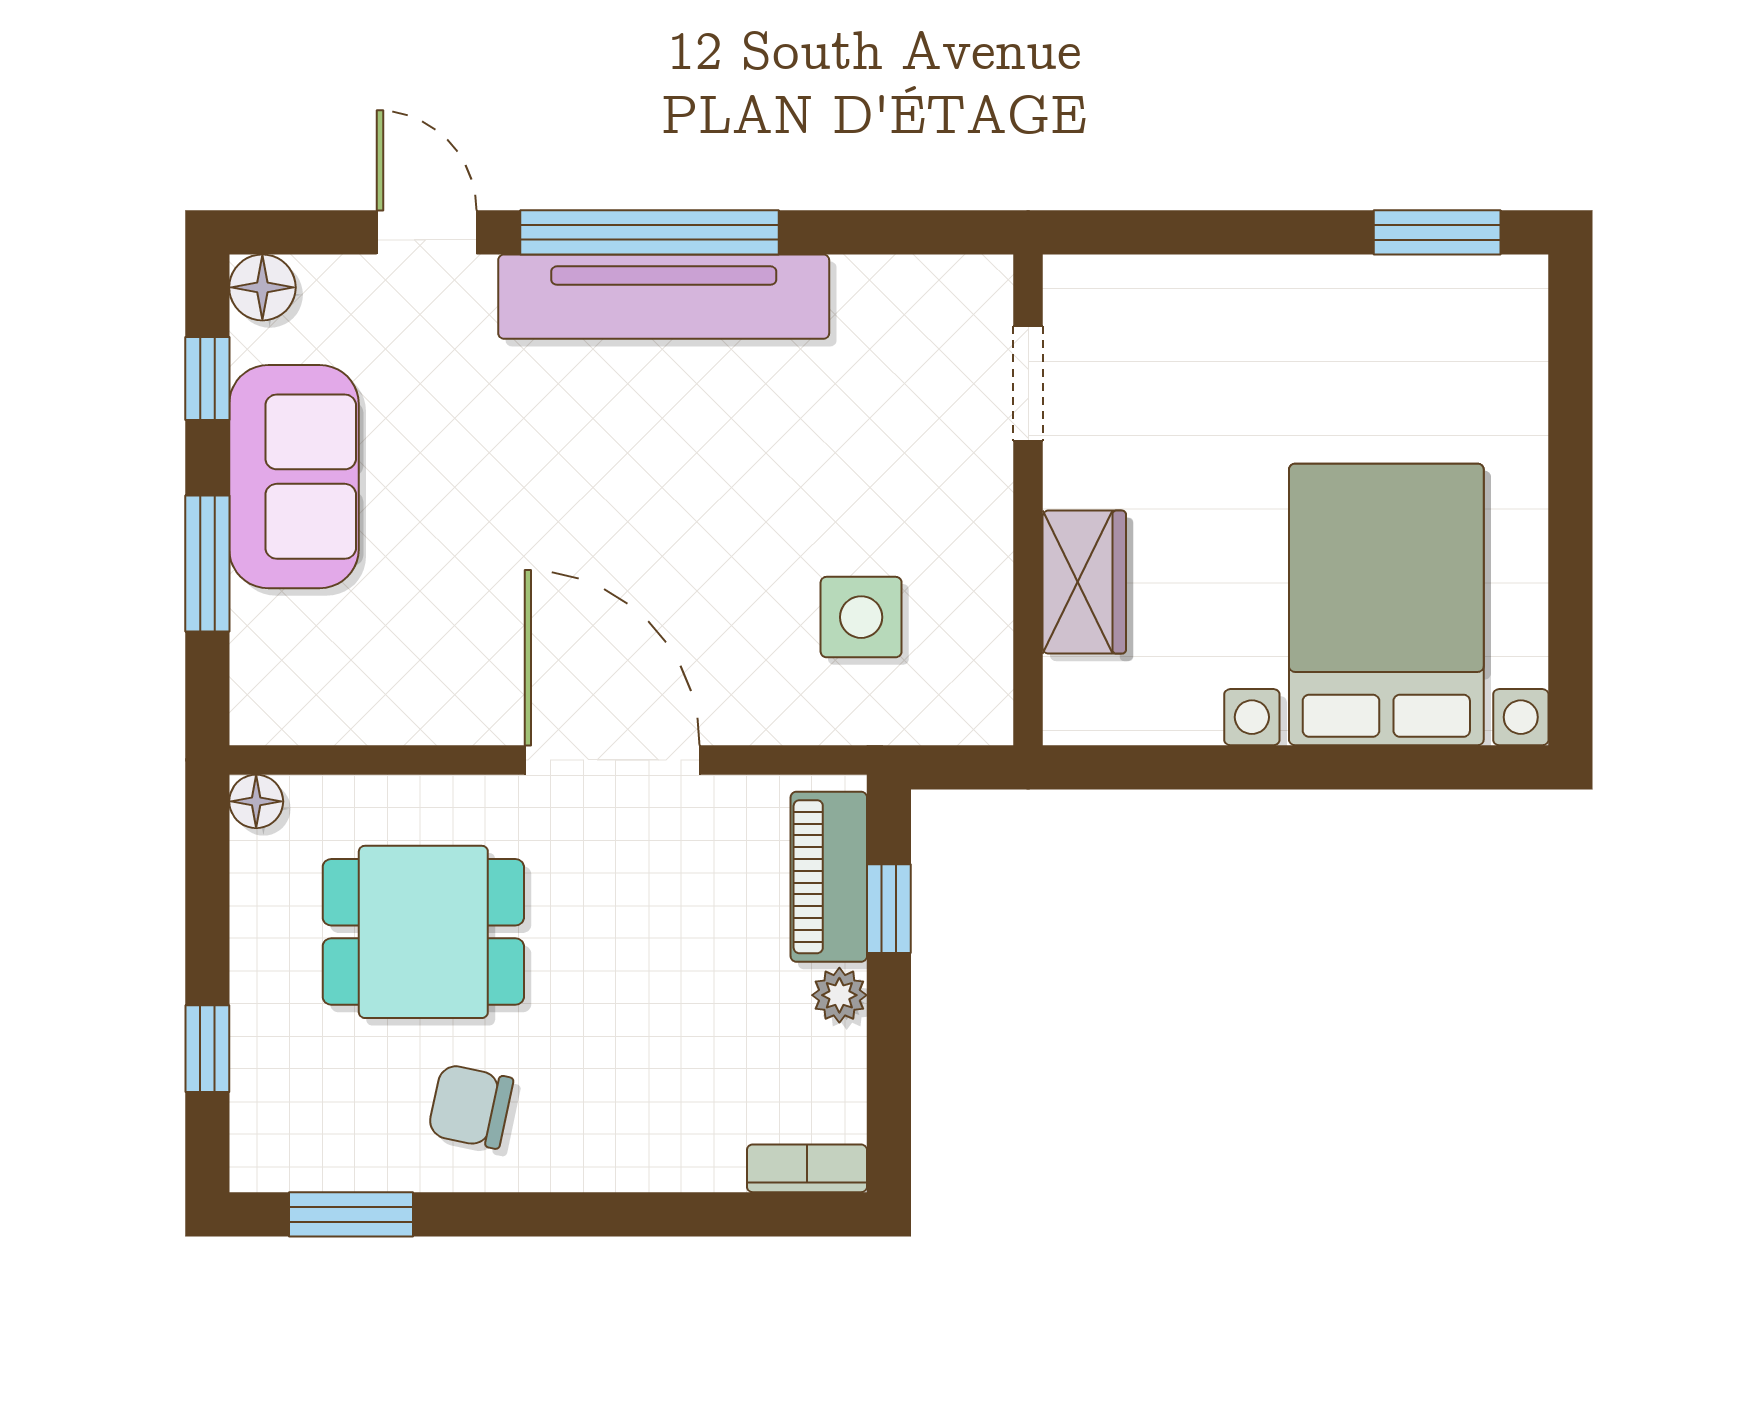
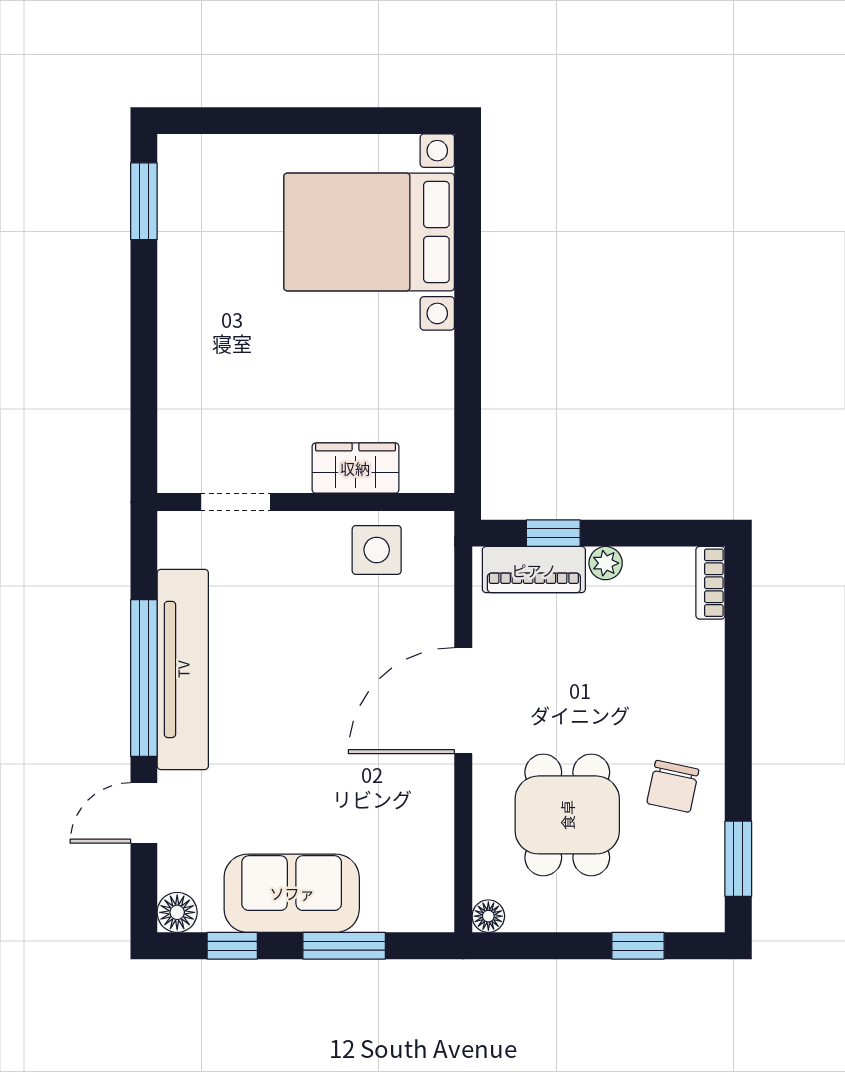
doorway: (1028, 384) -> (235, 502), moved
wall: (1028, 500) -> (306, 502), moved
wardrobe: (1084, 582) -> (355, 468), moved

